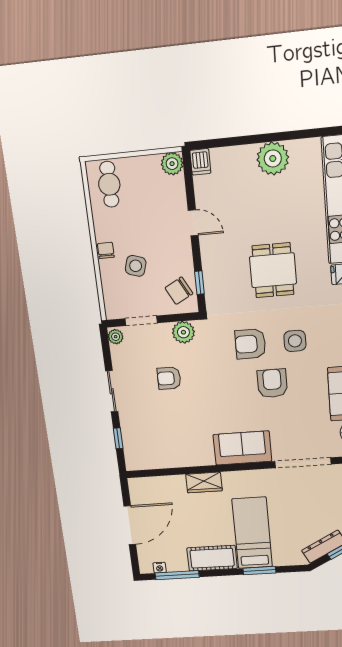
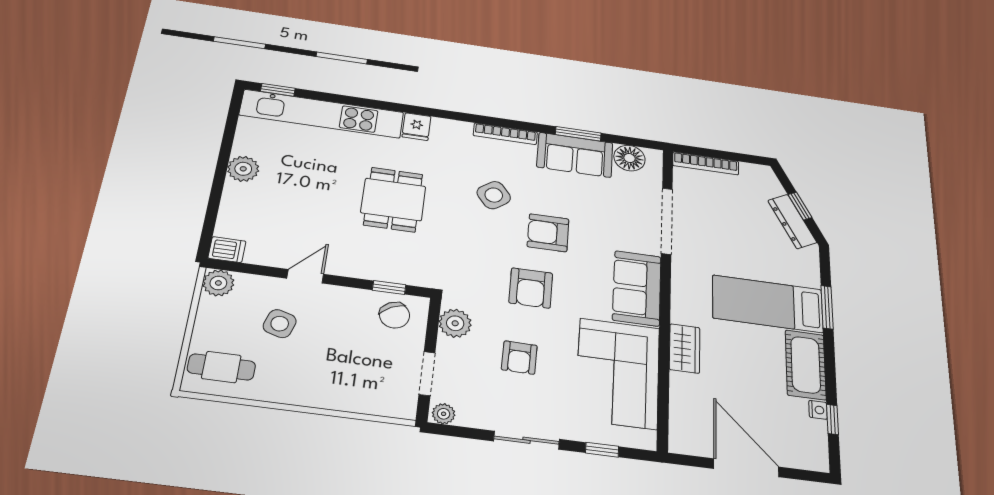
plant: (273, 158) -> (243, 169), width x0.73, depth x0.73
chair: (106, 250) -> (313, 395), removed
side table: (136, 266) -> (280, 324), moved
dining table: (273, 270) -> (393, 199), turned 90
side table: (295, 341) -> (494, 195), turned -37
armchair: (250, 344) -> (531, 288), moved
corner sofa: (174, 442) -> (618, 373), added
nightstand: (160, 568) -> (818, 410), moved
window: (177, 575) -> (833, 419), width x0.46

